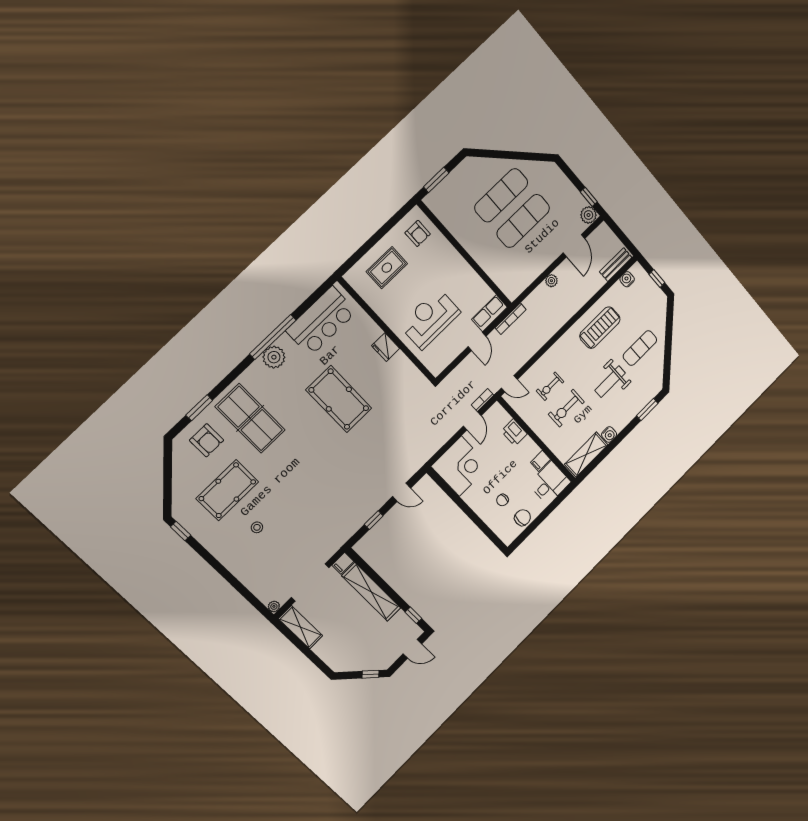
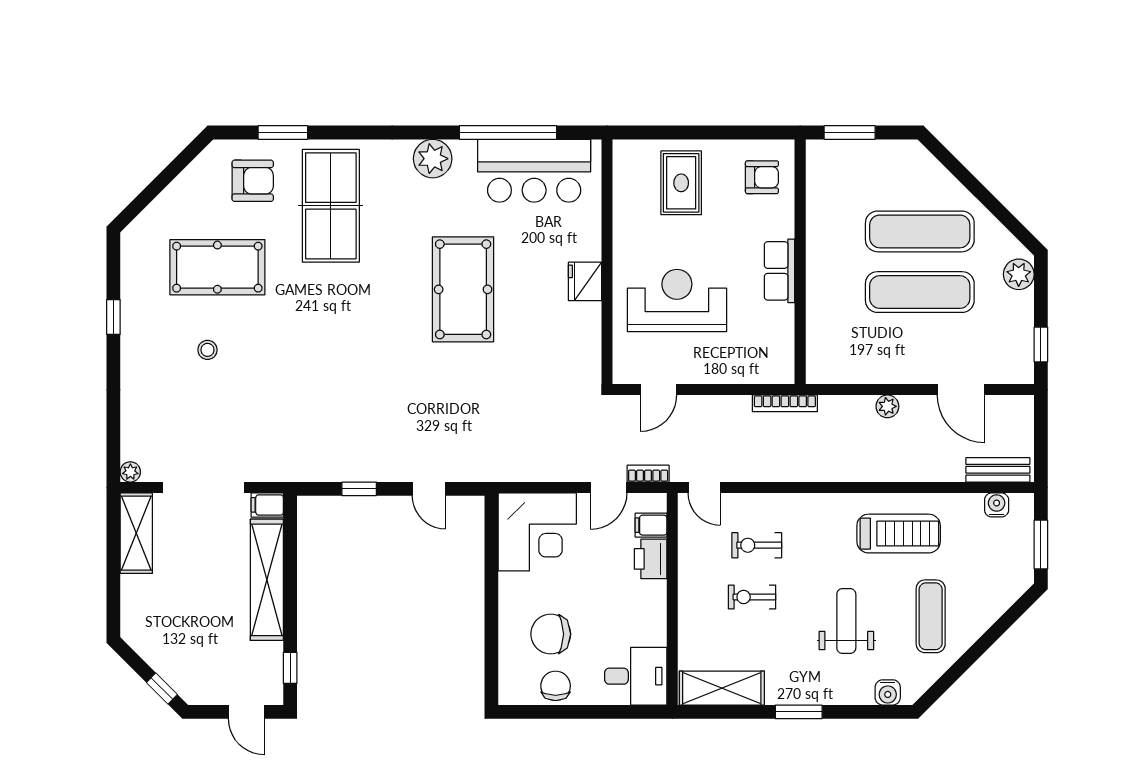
plant: (588, 215) -> (1019, 274), moved
armchair: (418, 233) -> (762, 177), turned -90
door: (574, 246) -> (961, 390), hinge flipped
rug: (387, 268) -> (681, 183), turned 90
window: (657, 279) -> (1041, 544), width x1.50
row of seats: (489, 313) -> (779, 271), moved, turned -90
window: (273, 337) -> (508, 133), moved
door: (477, 341) -> (658, 390), moved
exercise mat: (640, 348) -> (931, 616), turned 90
weight bench: (610, 382) -> (846, 621), turned 90
exercise bike: (566, 408) -> (752, 597), width x0.73, depth x0.72
window: (647, 409) -> (799, 712), moved
water cooler: (609, 434) -> (888, 692), moved
armchair: (207, 440) -> (253, 181), turned -90
filing cabinet: (540, 461) -> (651, 525), moved
chair: (502, 500) -> (551, 634), width x1.87, depth x1.87
chair: (523, 518) -> (556, 686), turned -90
window: (181, 531) -> (113, 317), moved

